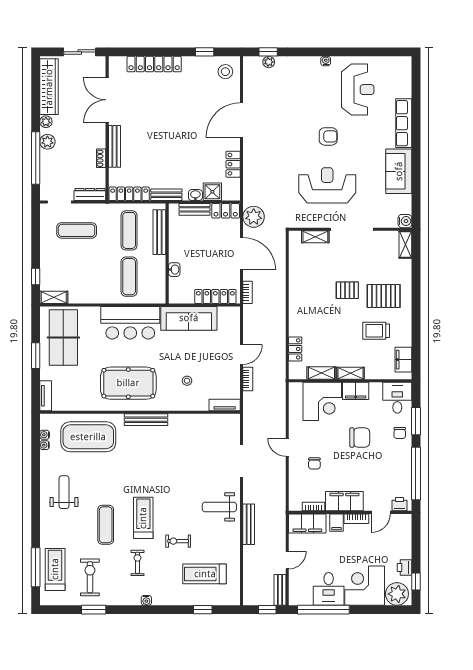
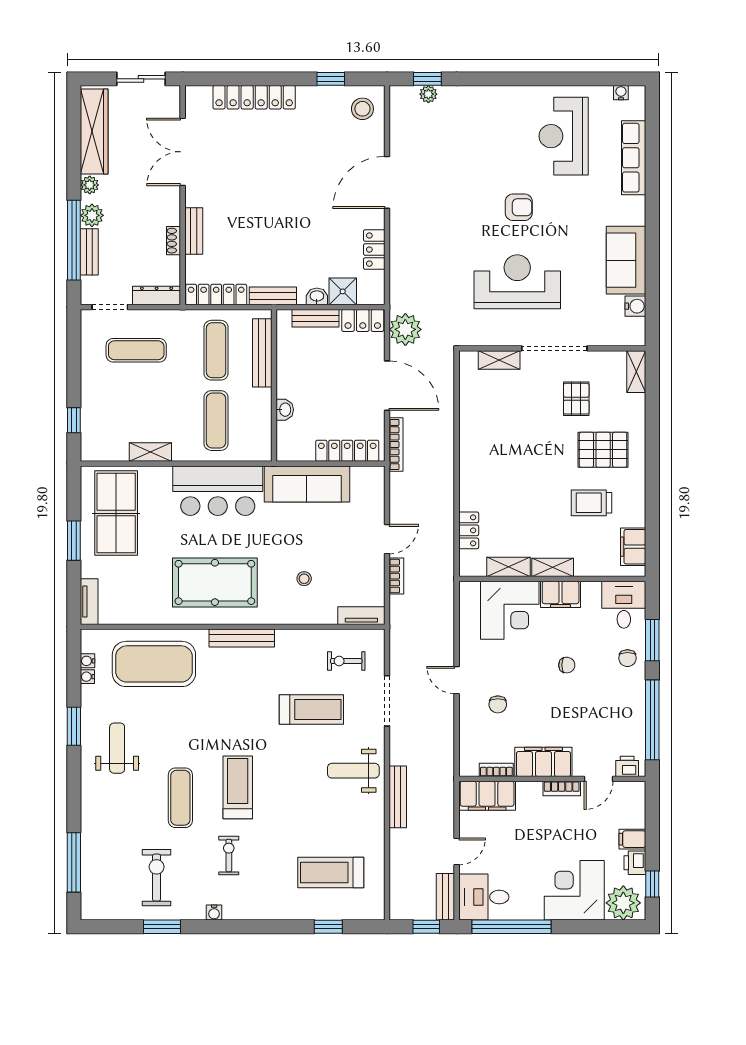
water cooler: (326, 61) -> (621, 93), moved
reception desk: (358, 90) -> (564, 136), turned 180
row of seats: (404, 123) -> (634, 158), moved
bench: (114, 146) -> (194, 231), width x0.73
bench: (46, 166) -> (89, 252), added
water cooler: (405, 221) -> (635, 306), moved
pallet: (347, 290) -> (576, 399), moved, turned 90
bookcase: (247, 292) -> (396, 445), width x1.56
shelving: (54, 297) -> (150, 452), moved
chair: (360, 438) -> (567, 665), width x0.54, depth x0.54
window: (36, 478) -> (74, 726), added
filing cabinet: (337, 523) -> (632, 839), moved, turned 90
exercise bike: (178, 541) -> (346, 661), moved
treadmill: (55, 569) -> (311, 710), moved, turned 90
desk: (329, 589) -> (484, 897), moved, turned 90
water cooler: (146, 600) -> (214, 913), moved

